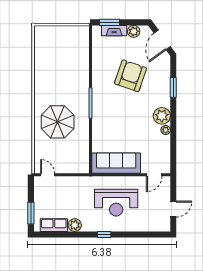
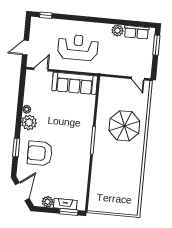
armchair: (131, 76) -> (40, 153), moved, turned 71
door: (173, 209) -> (26, 48), moved
window: (104, 234) -> (46, 15), moved

